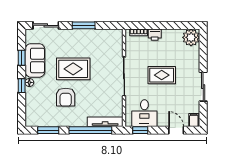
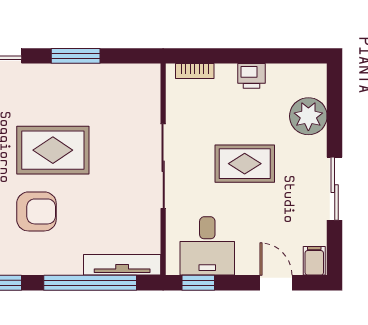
printer: (155, 35) -> (252, 76), moved
plant: (191, 37) -> (308, 116), moved
armchair: (66, 97) -> (36, 211), turned -90

